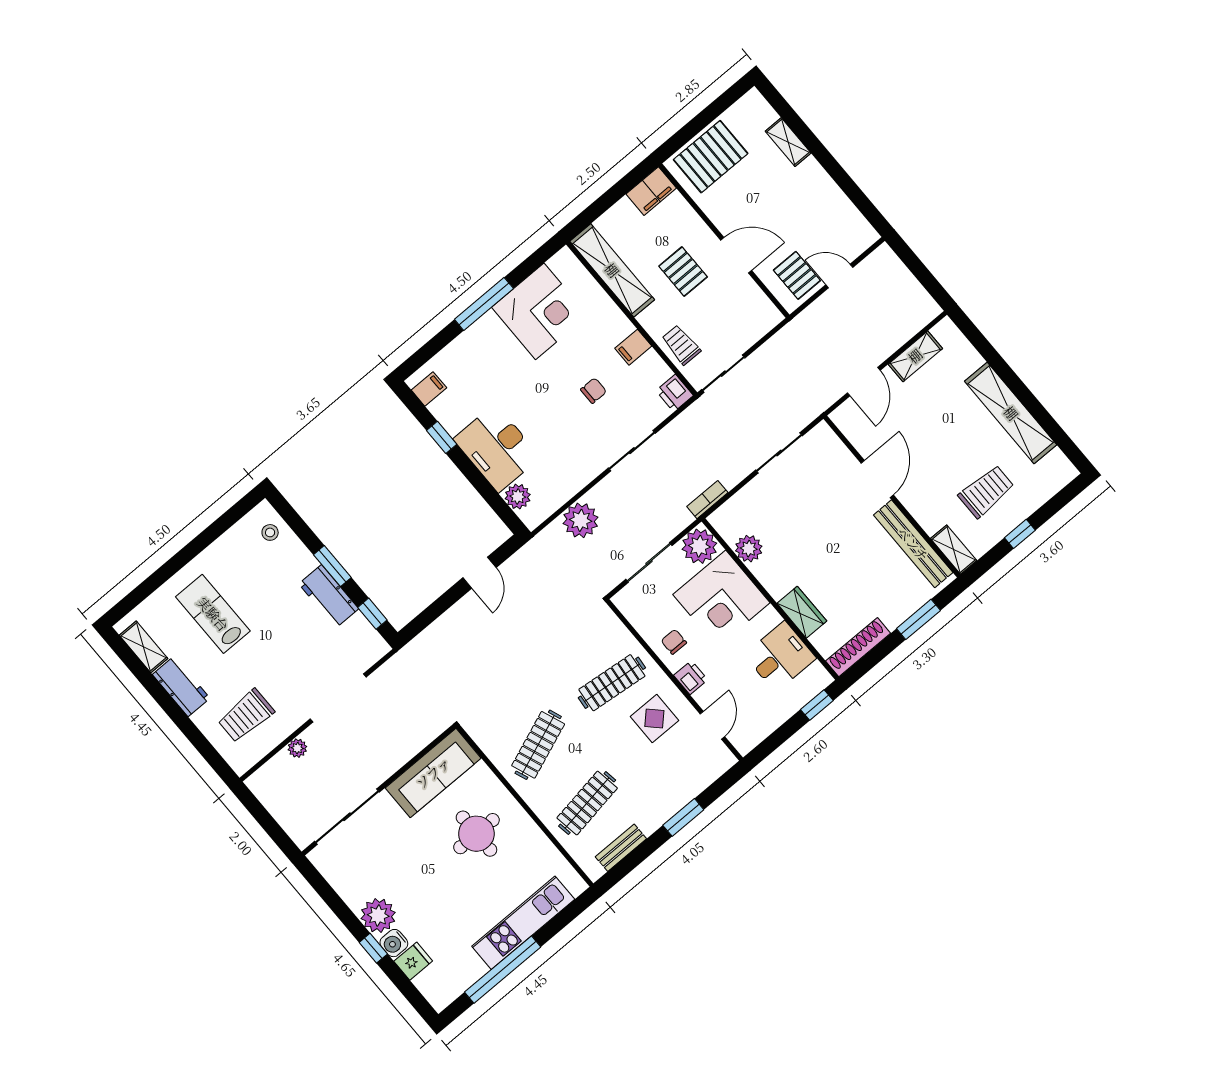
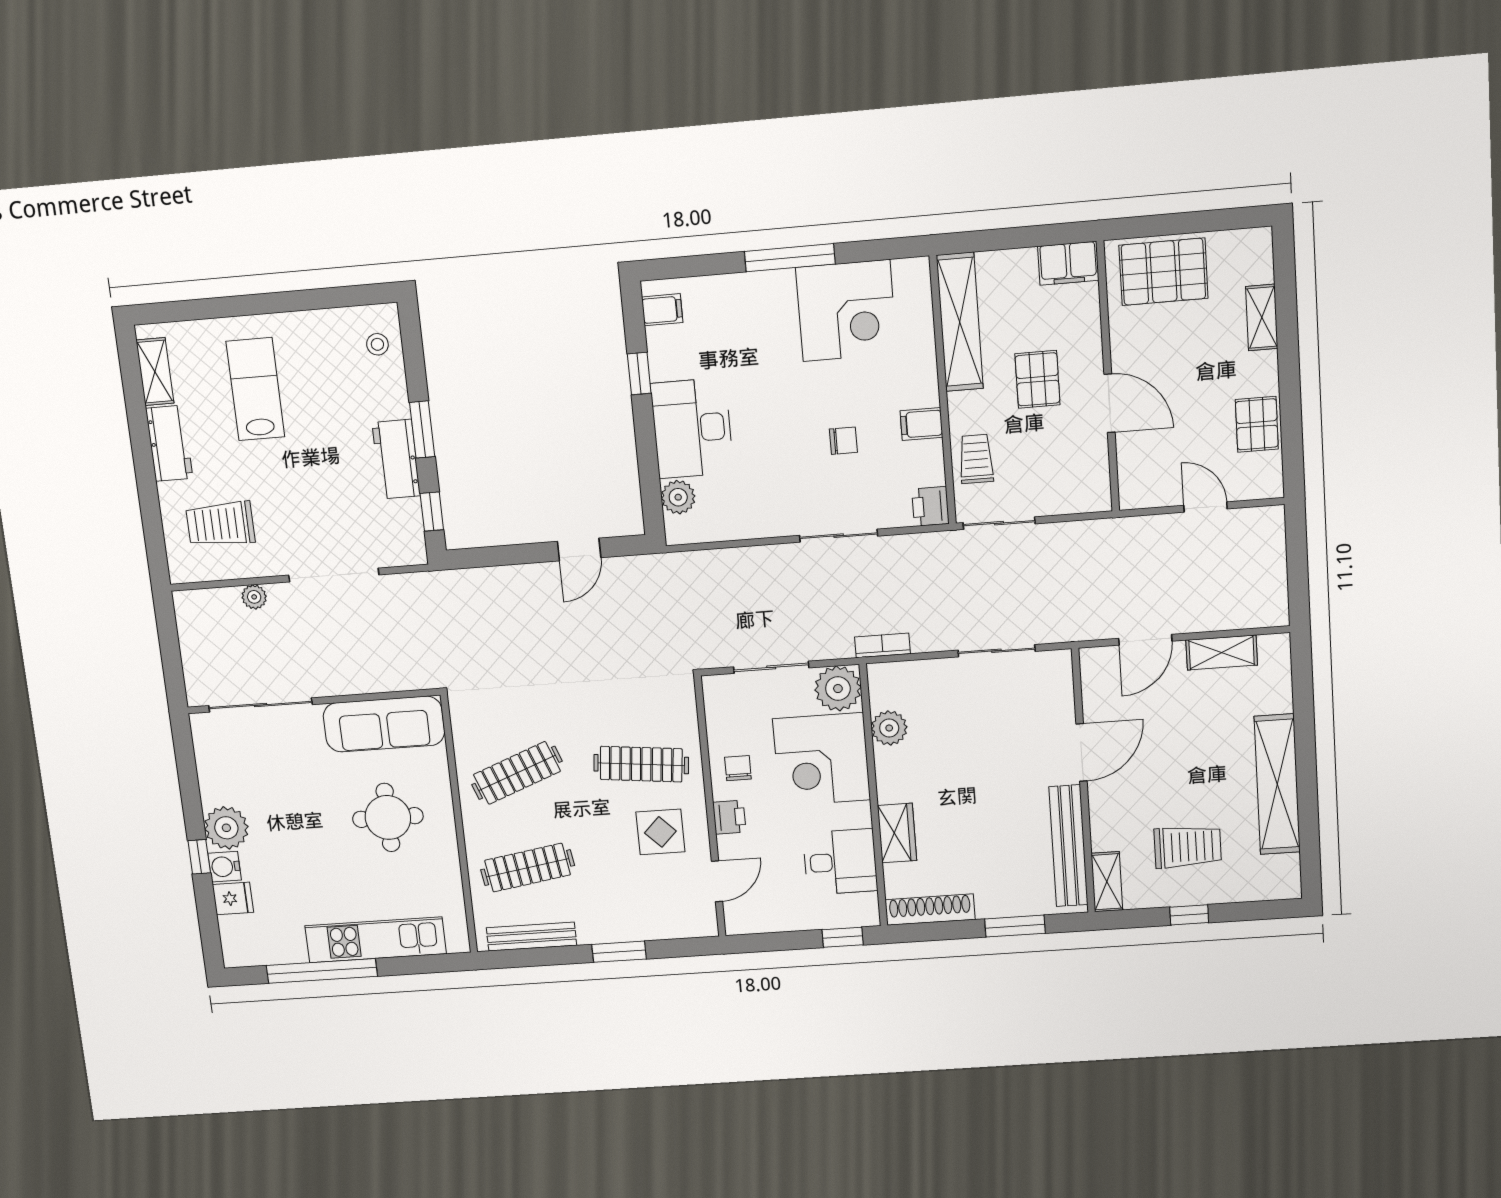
pallet: (797, 275) -> (1257, 424), moved
plant: (581, 520) -> (729, 571), removed
bench: (621, 848) -> (531, 937), width x1.36

